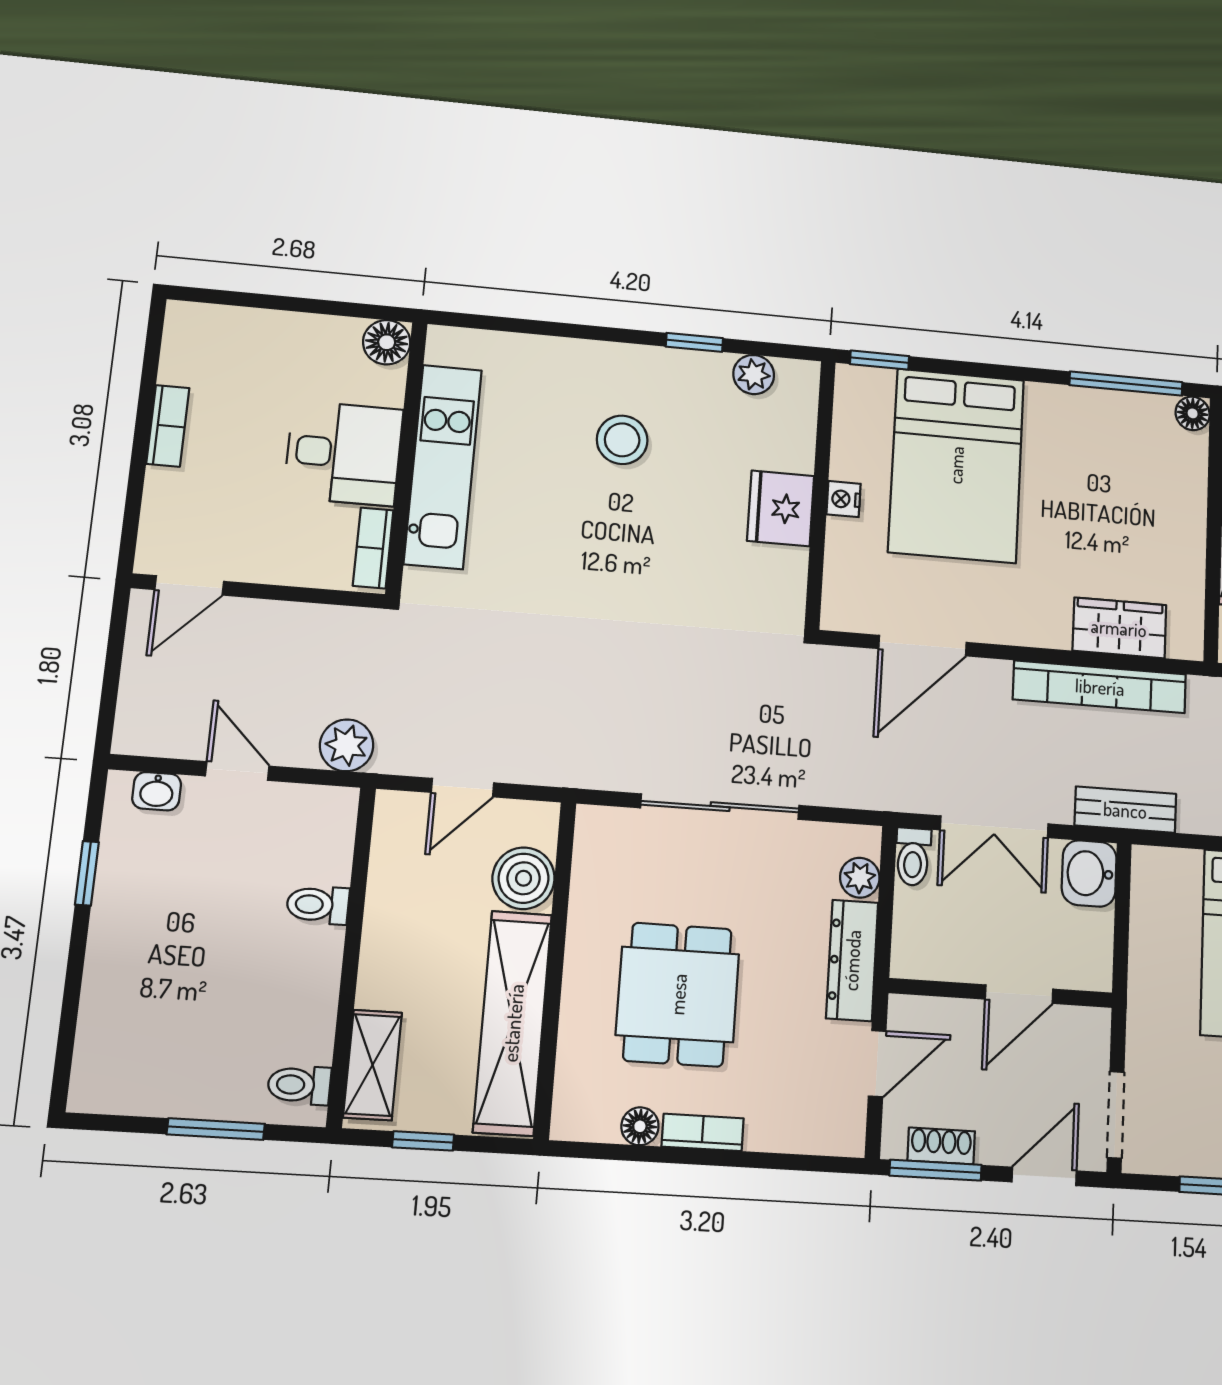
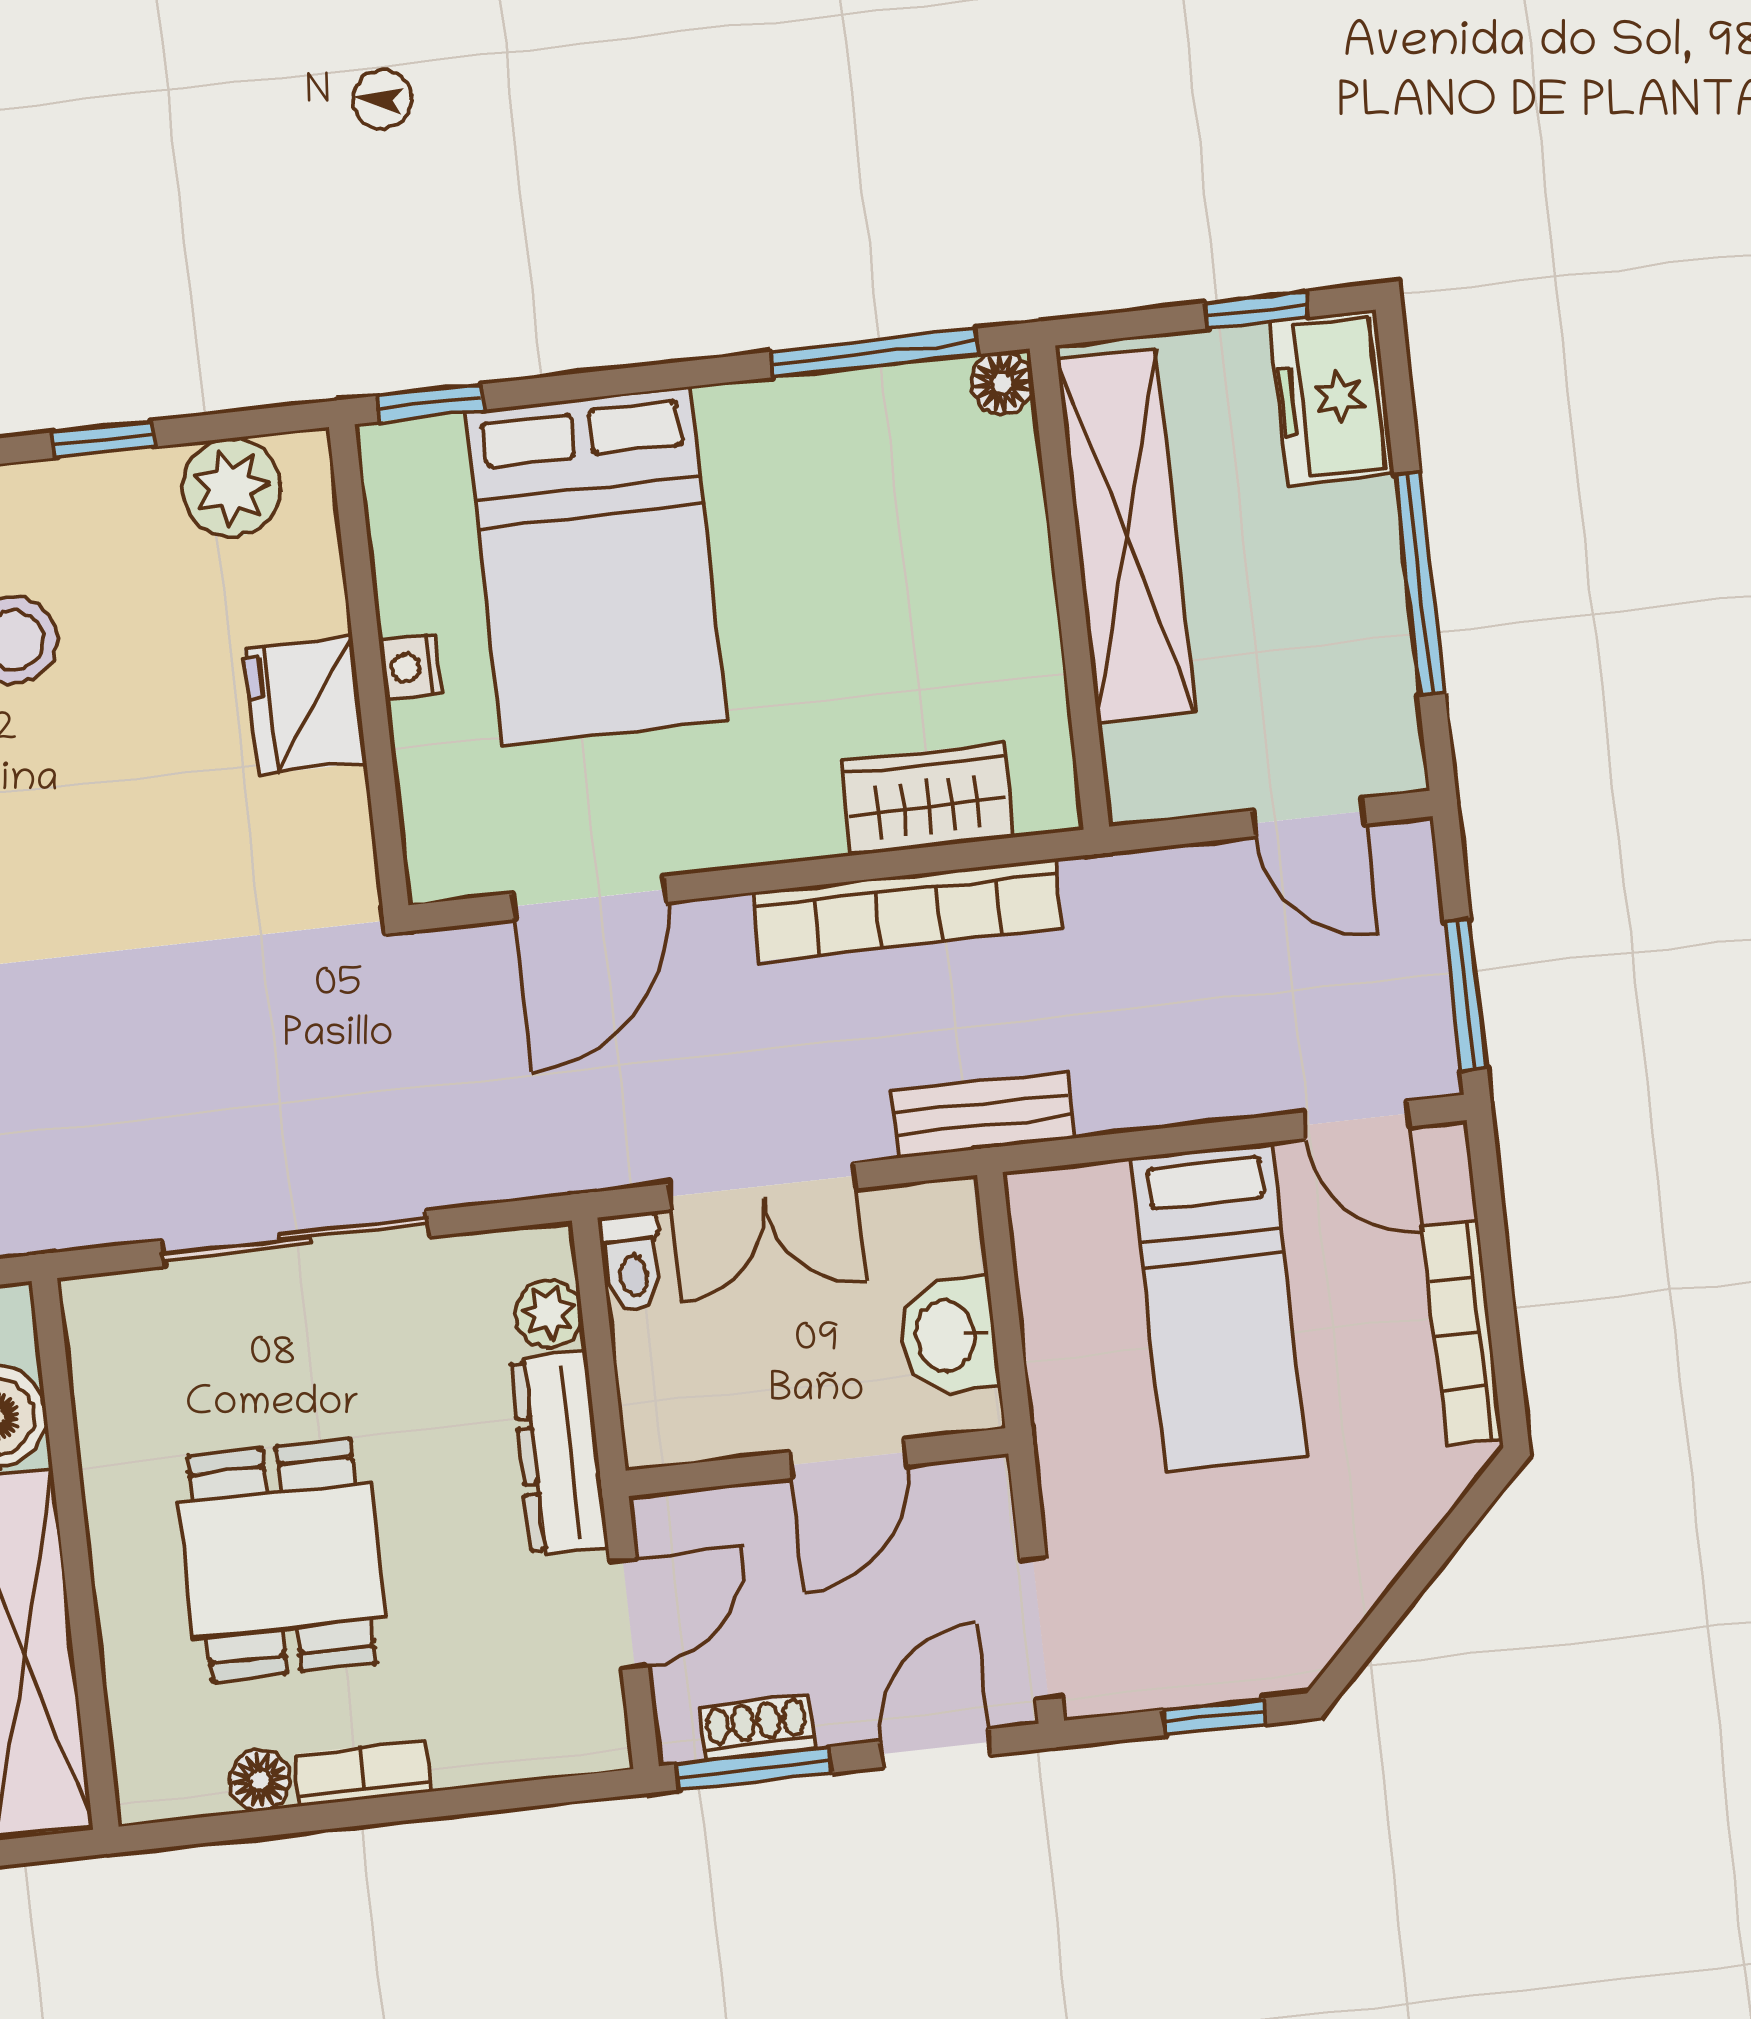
plant: (754, 375) -> (231, 488), width x1.38, depth x1.38
washbasin: (1089, 873) -> (948, 1336), moved

